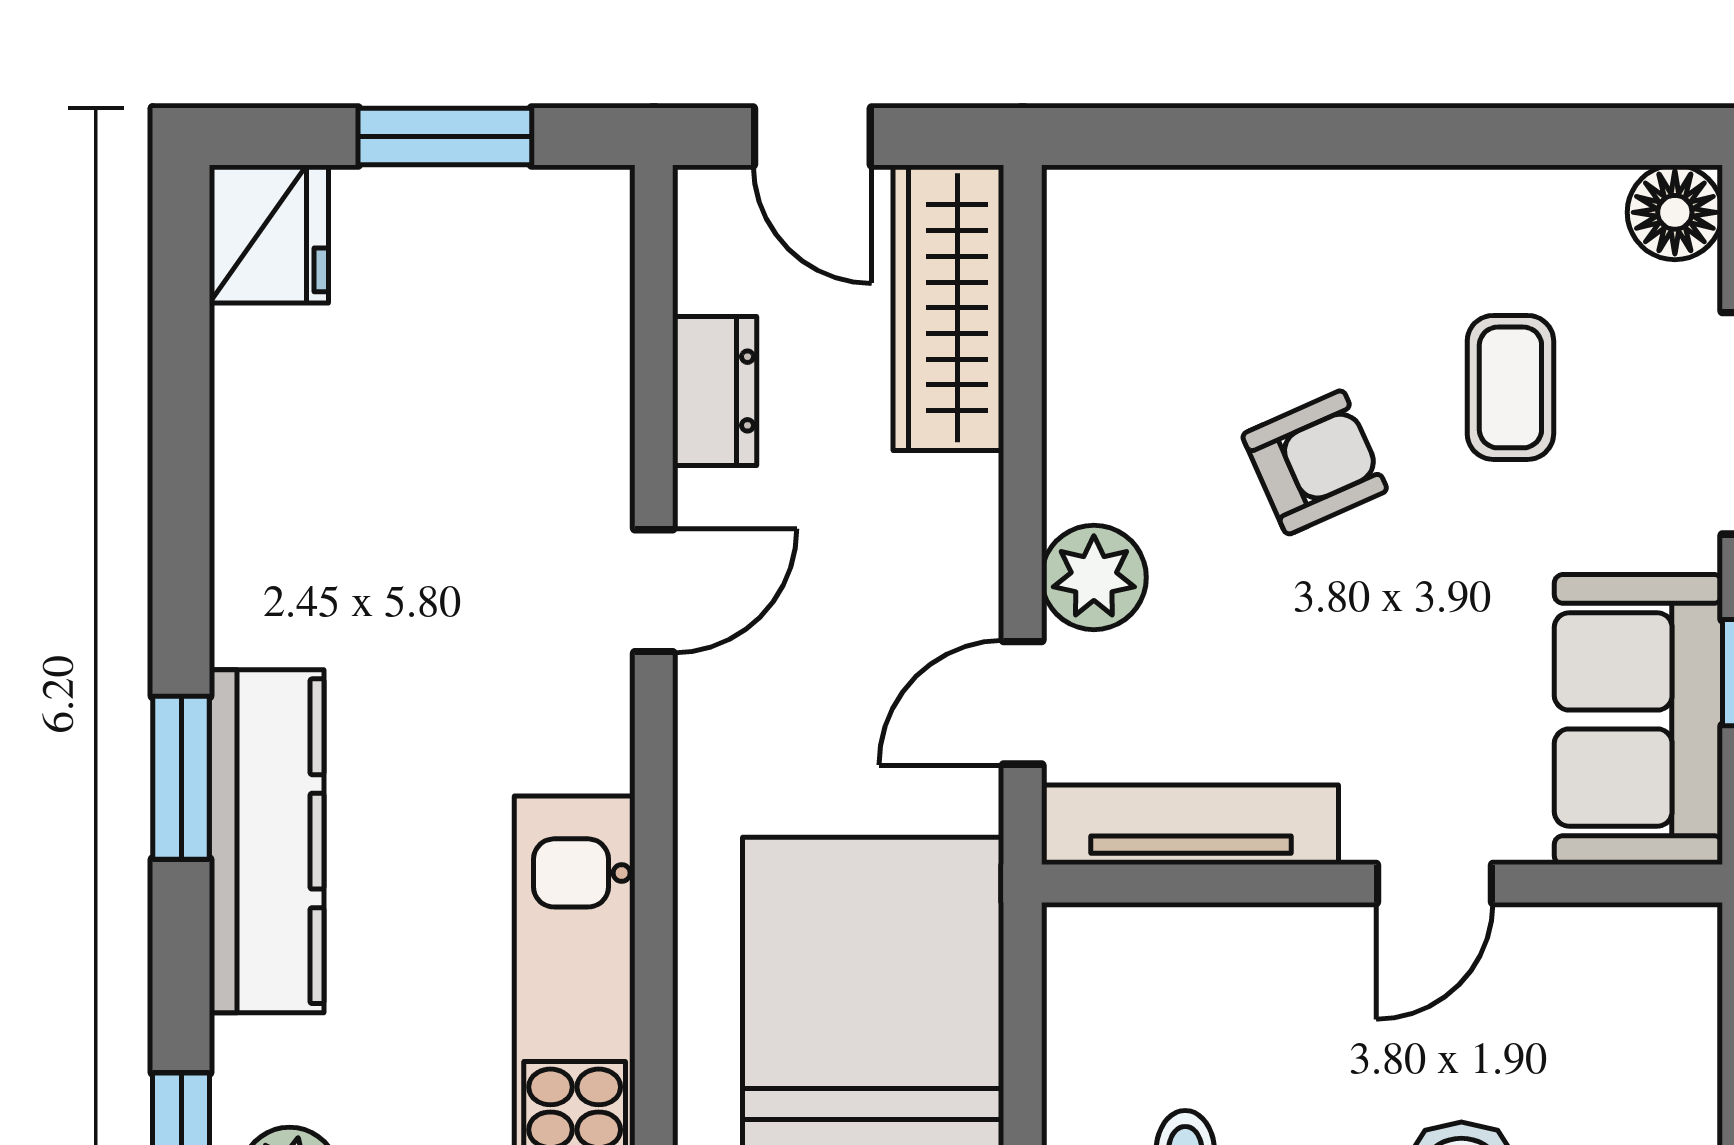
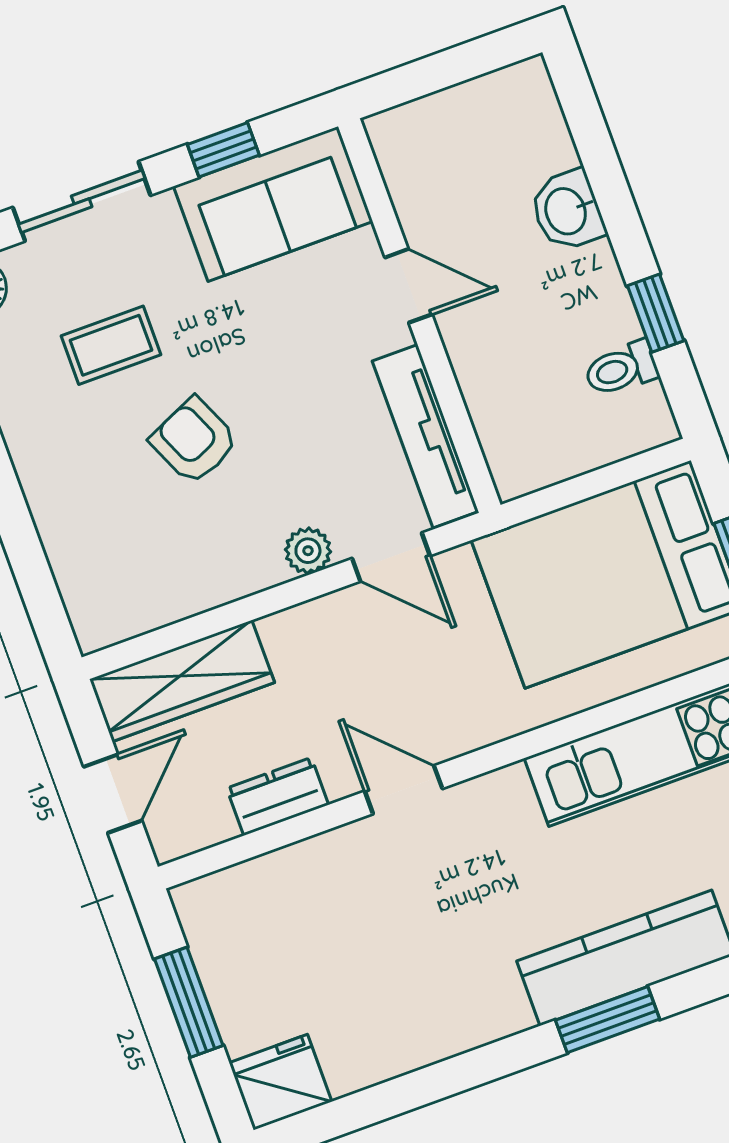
plant: (1094, 577) -> (308, 551), width x0.73, depth x0.73

